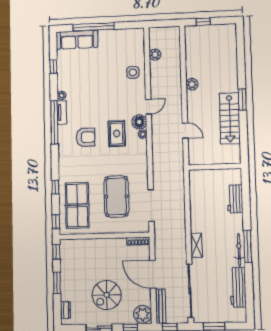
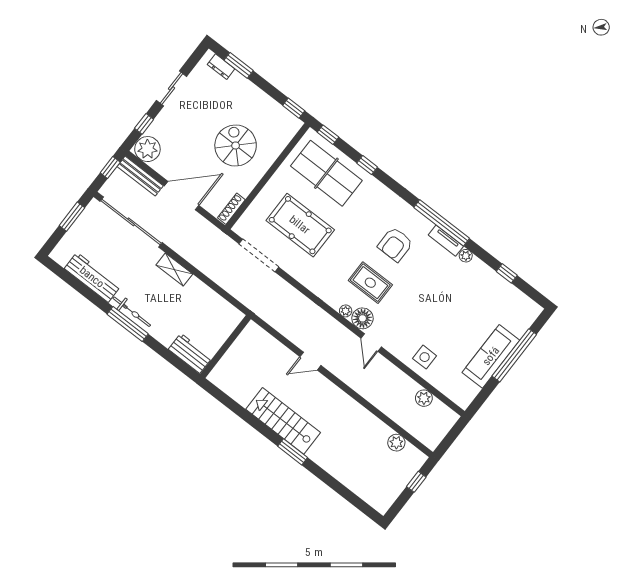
sofa: (77, 40) -> (491, 356), moved
plant: (192, 84) -> (396, 443), moved
wall: (215, 167) -> (226, 347), moved
window: (57, 283) -> (239, 65), moved
spiral stairs: (107, 295) -> (236, 145), moved

